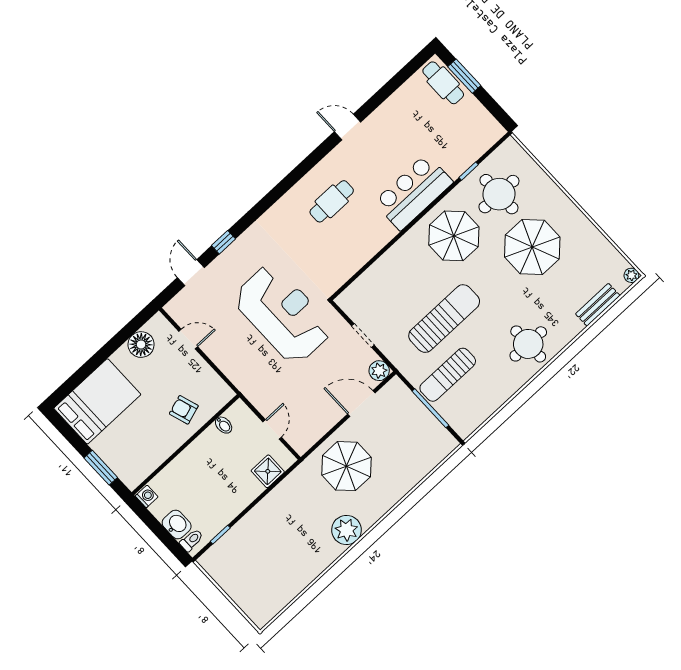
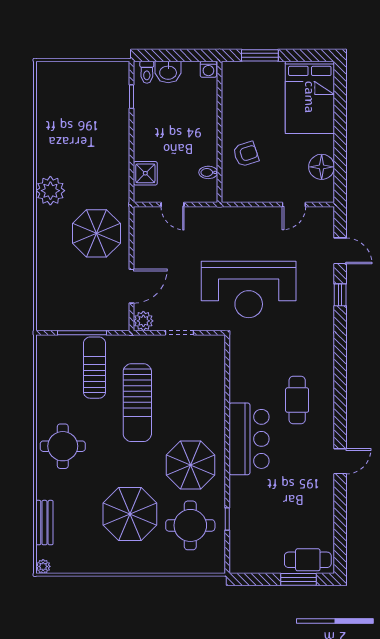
bar counter: (413, 192) -> (249, 439), moved

